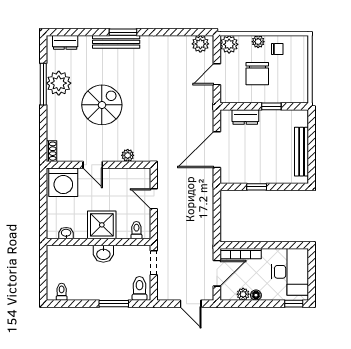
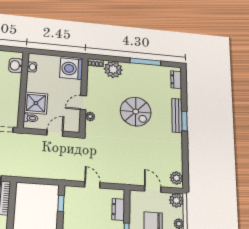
plant: (59, 83) -> (113, 69), moved
spiral stairs: (102, 105) -> (136, 112), moved
door: (217, 150) -> (92, 185), width x0.53
door: (93, 165) -> (83, 103), moved
window: (257, 187) -> (61, 203), moved
shower: (102, 225) -> (36, 103), moved
washbasin: (103, 254) -> (16, 65), moved

